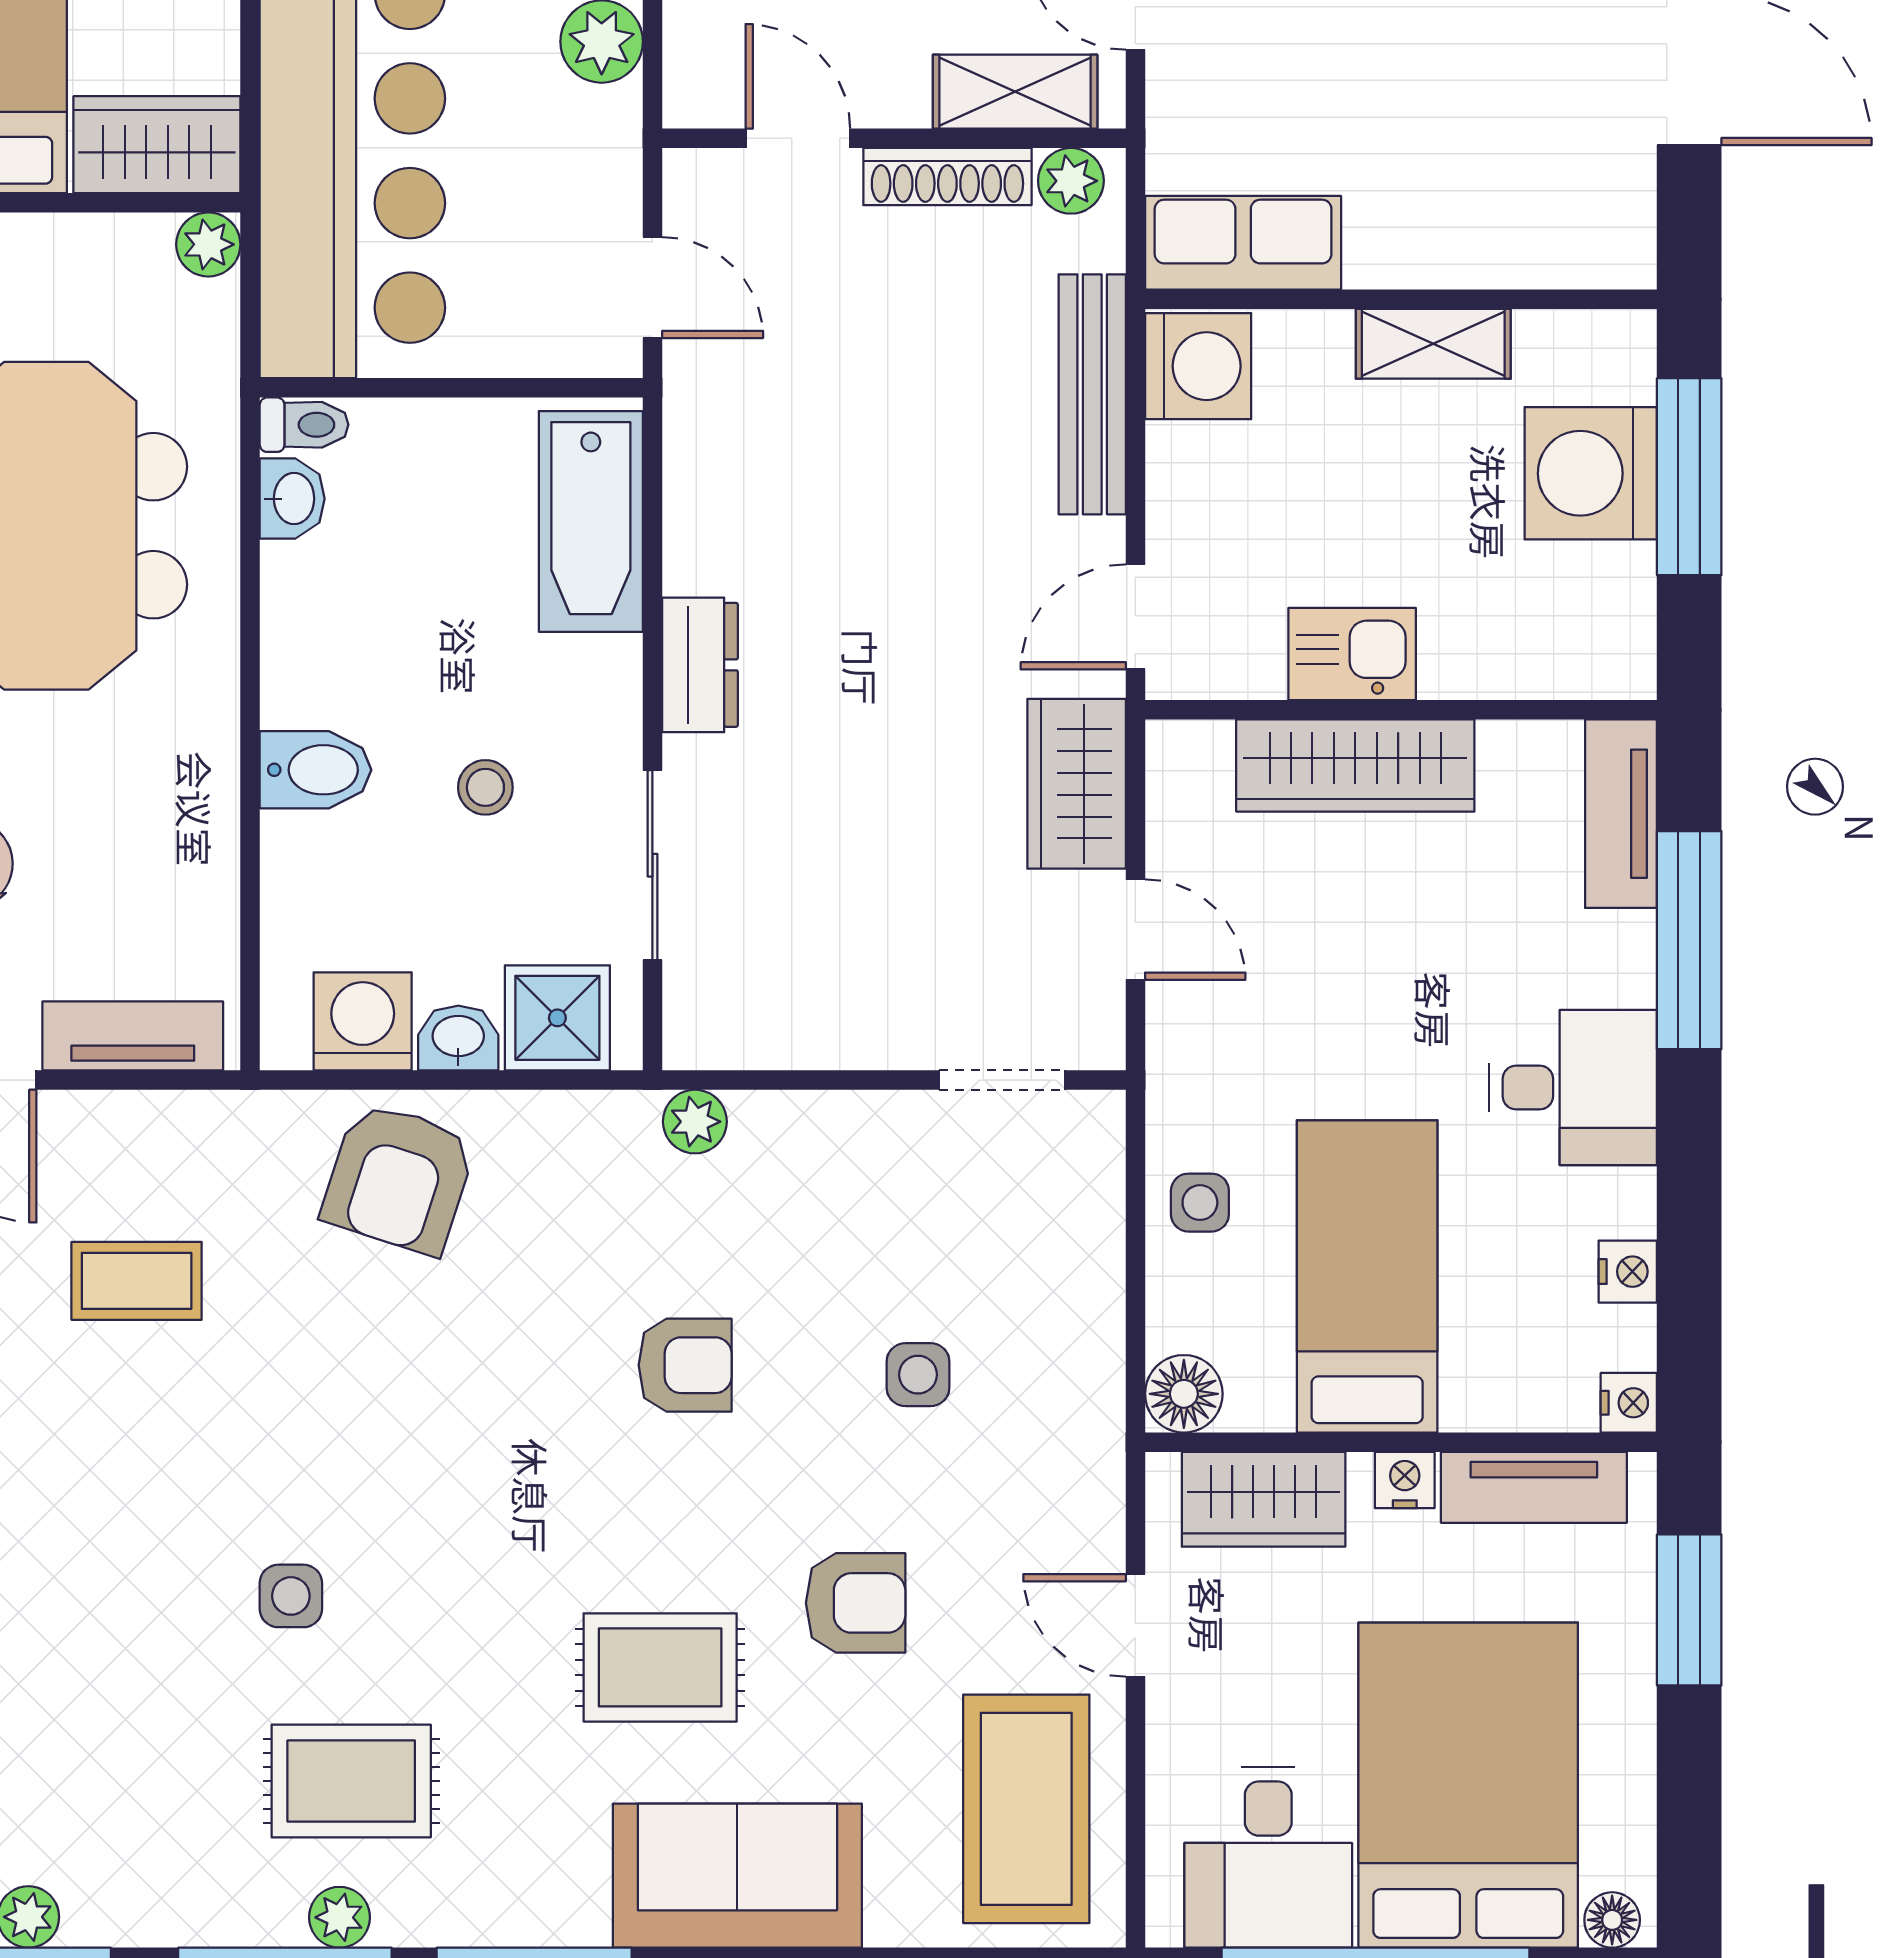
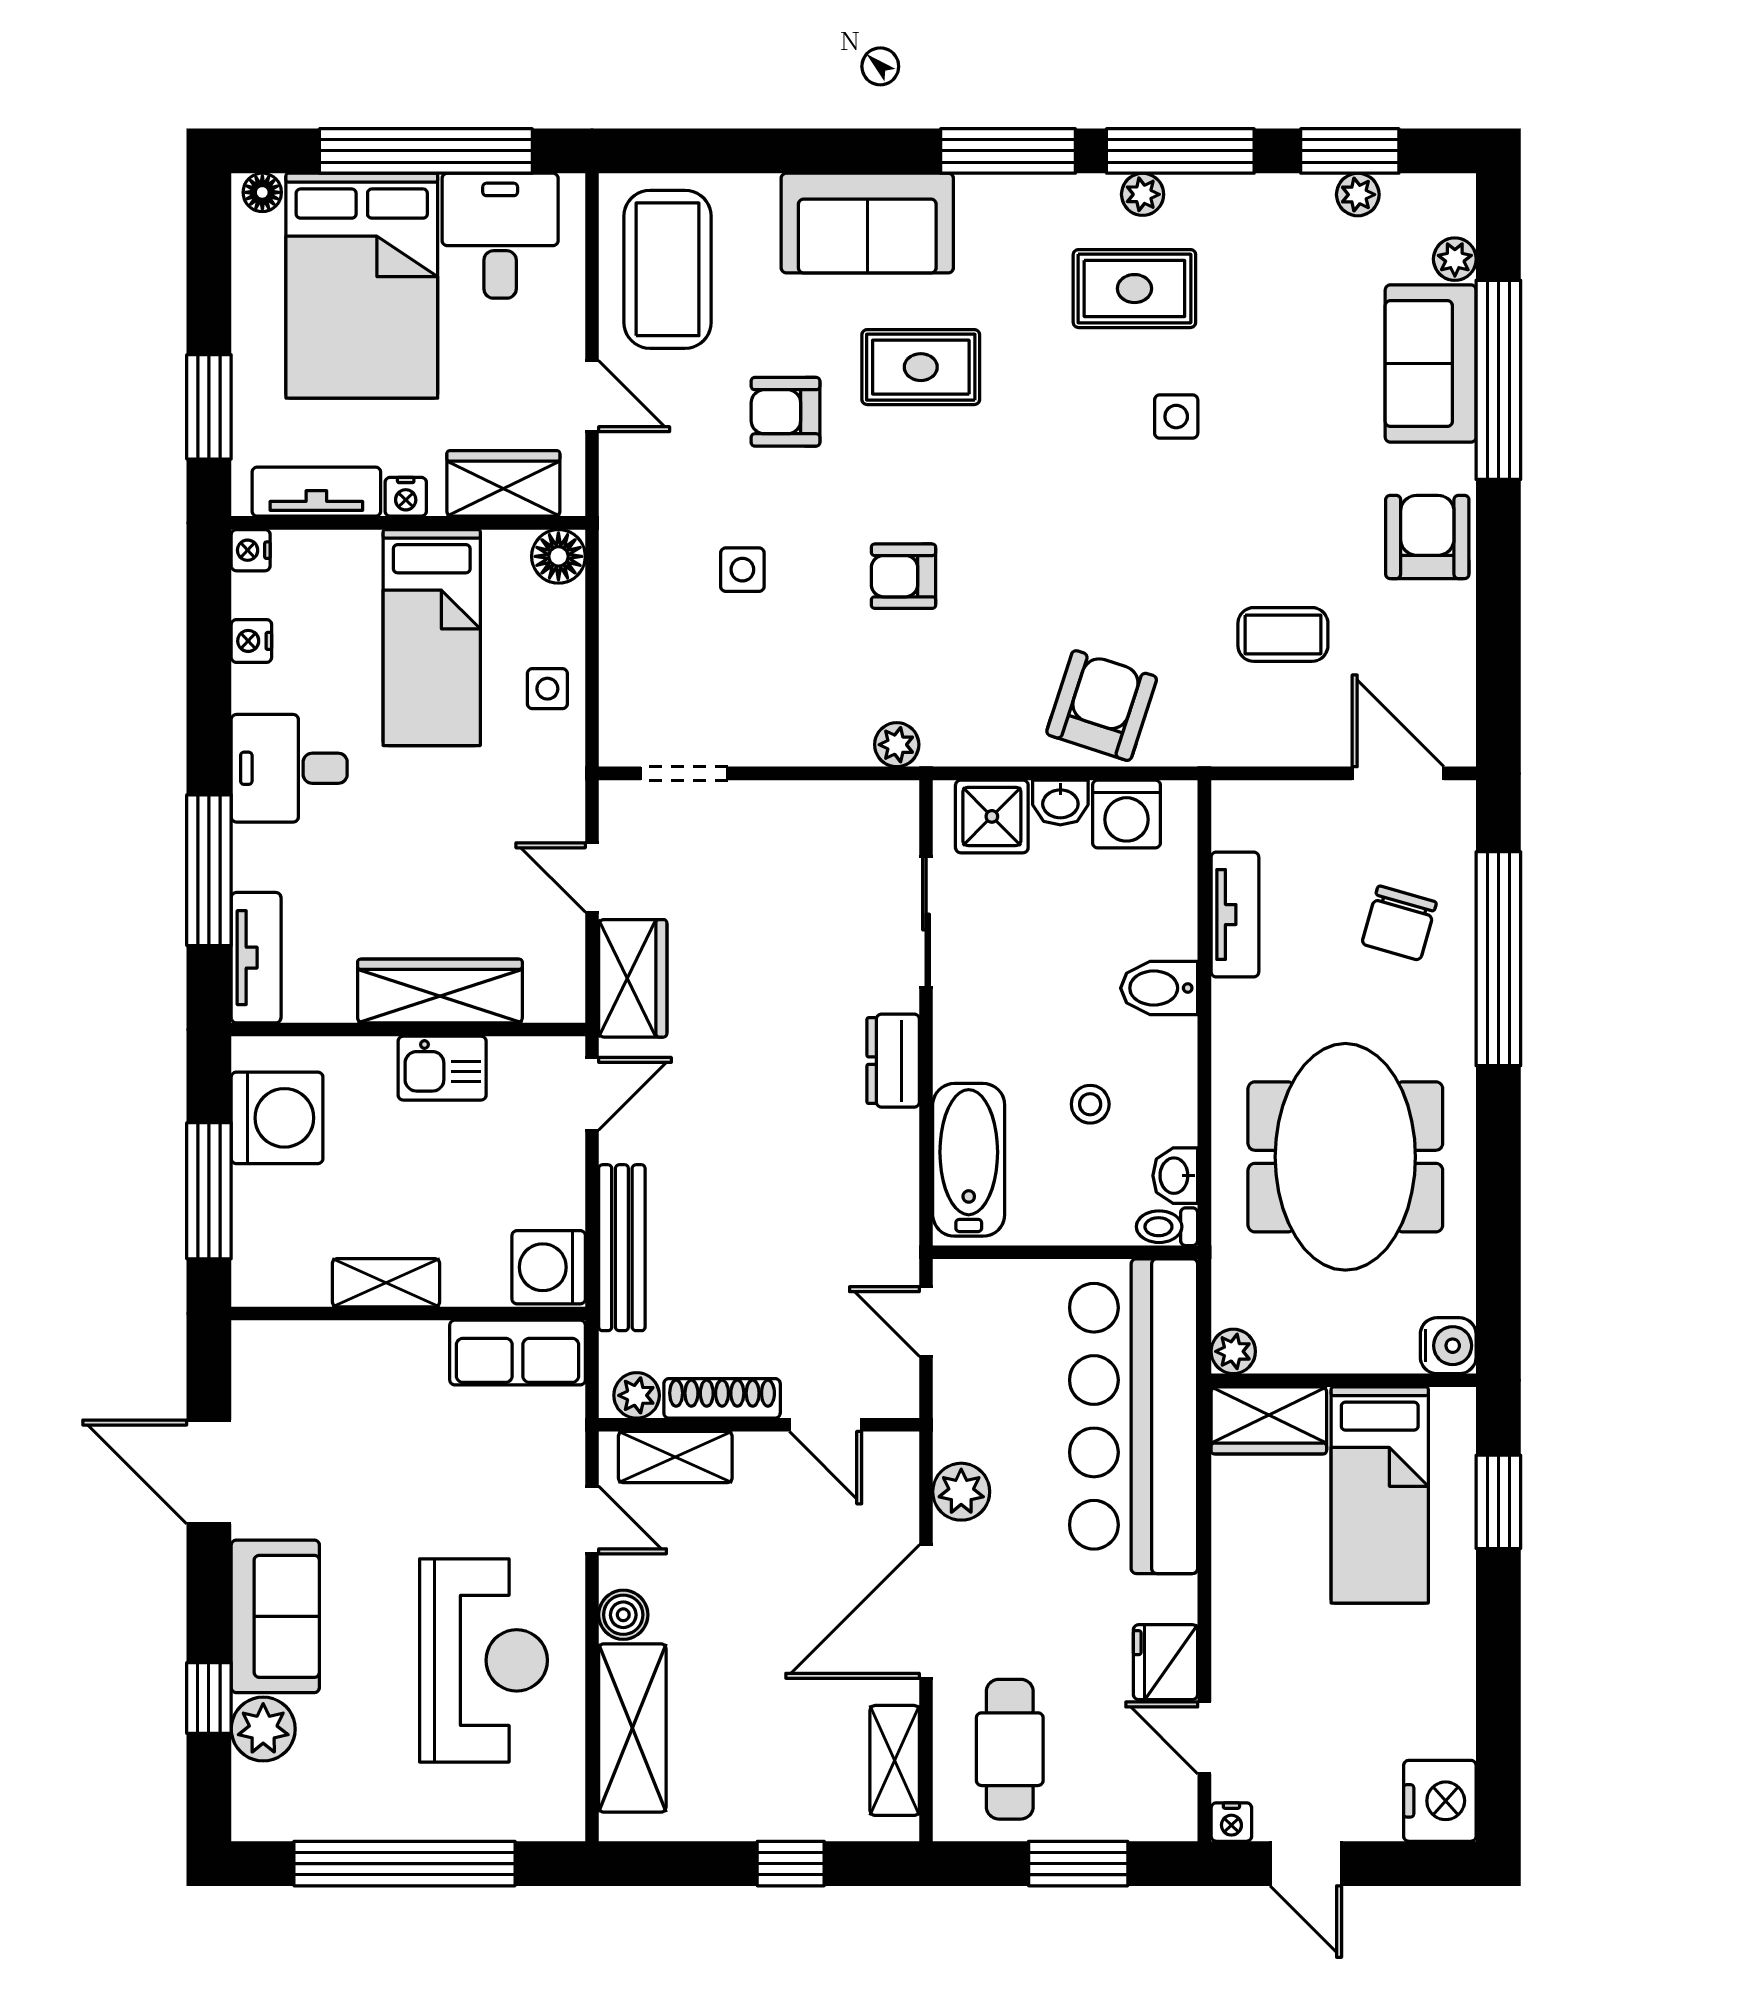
washing machine: (1591, 473) -> (277, 1118), moved
stool: (485, 787) -> (1090, 1104), moved
tv unit: (133, 1036) -> (1235, 915), moved, turned -90

